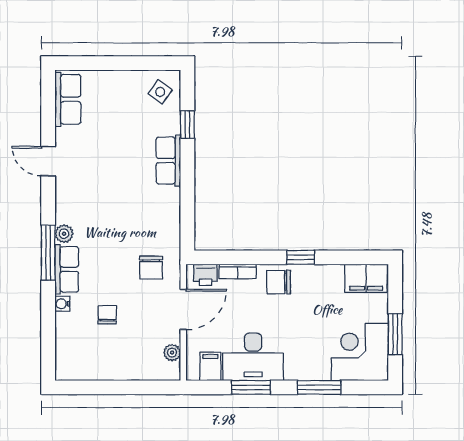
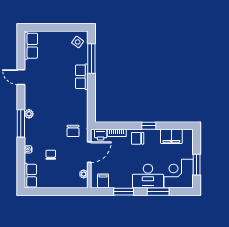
window: (187, 125) -> (91, 59), width x2.17
row of seats: (67, 269) -> (30, 176), moved
filing cabinet: (366, 278) -> (171, 136), moved
desk: (253, 357) -> (148, 176), moved

